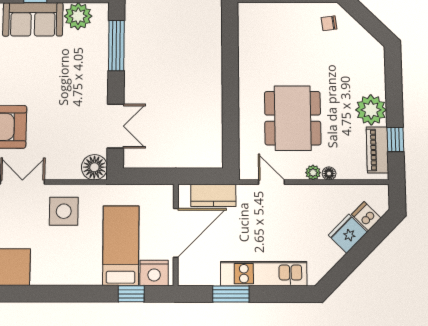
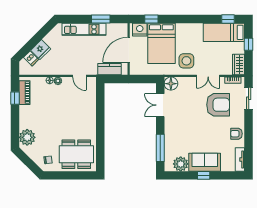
plant: (371, 110) -> (27, 137), moved
dining table: (293, 118) -> (76, 154), moved, turned 90
bed: (121, 246) -> (161, 43), width x1.50

